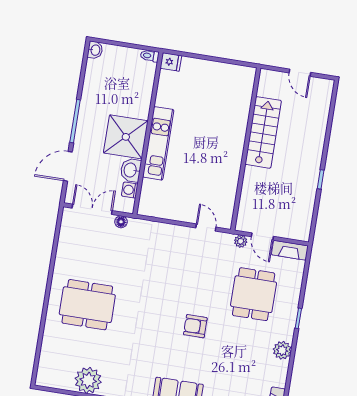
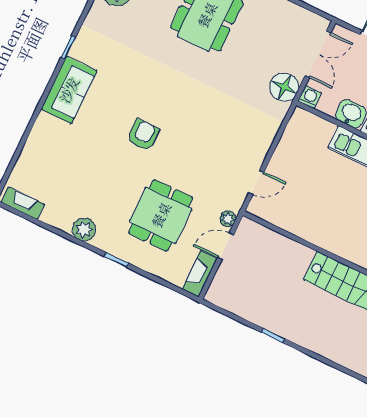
washing machine: (130, 190) -> (310, 97), moved
floor lamp: (121, 222) -> (284, 87), width x1.89, depth x1.89
dining table: (254, 294) -> (161, 215), turned 90

